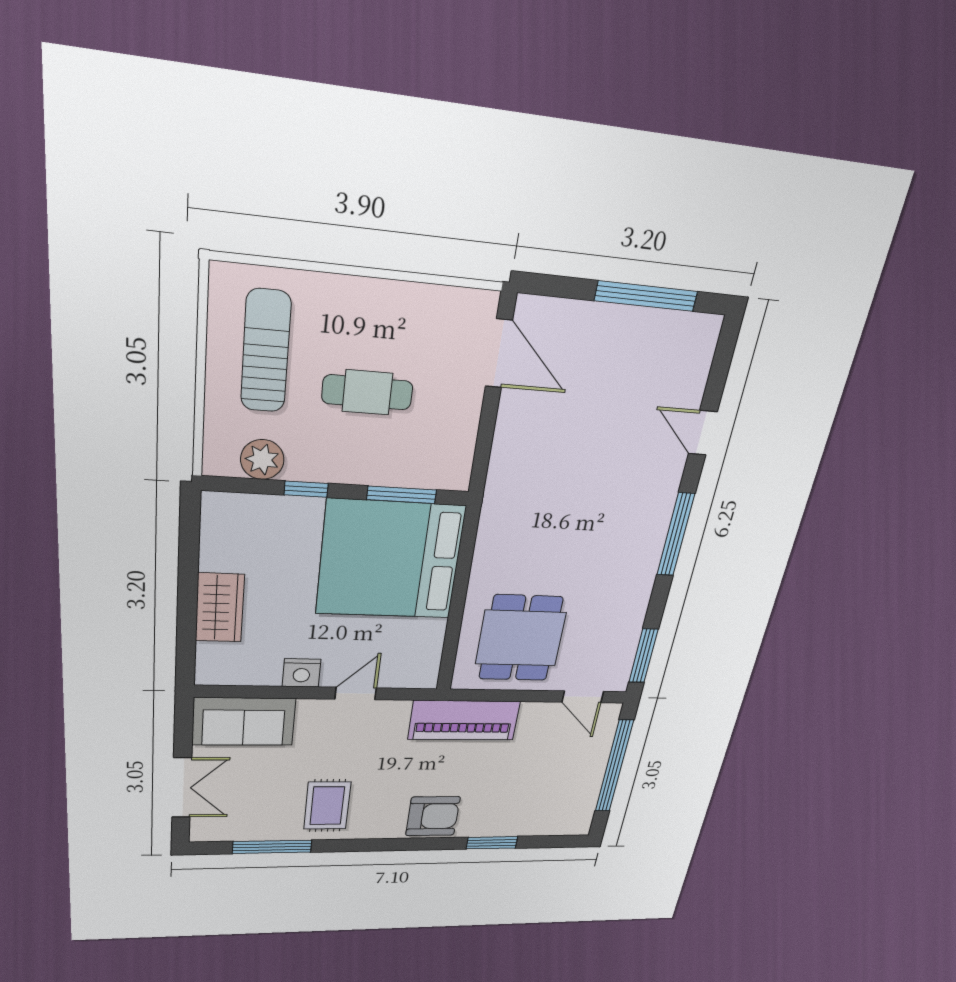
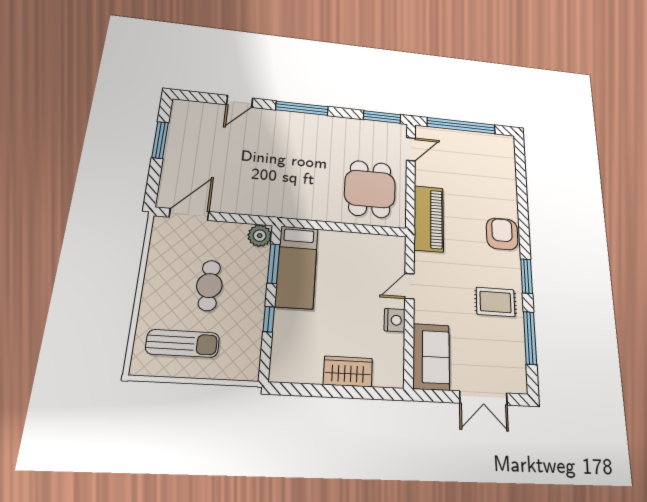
window: (646, 296) -> (160, 140), width x0.69
sun lounger: (266, 351) -> (183, 343), turned 180
plant: (262, 459) -> (260, 236), moved
bed: (390, 560) -> (297, 267), width x0.49
dining table: (521, 638) -> (370, 189), turned 90
door: (356, 693) -> (409, 286), hinge flipped
double door: (182, 788) -> (483, 398), swing flipped
window: (492, 843) -> (527, 276), moved

